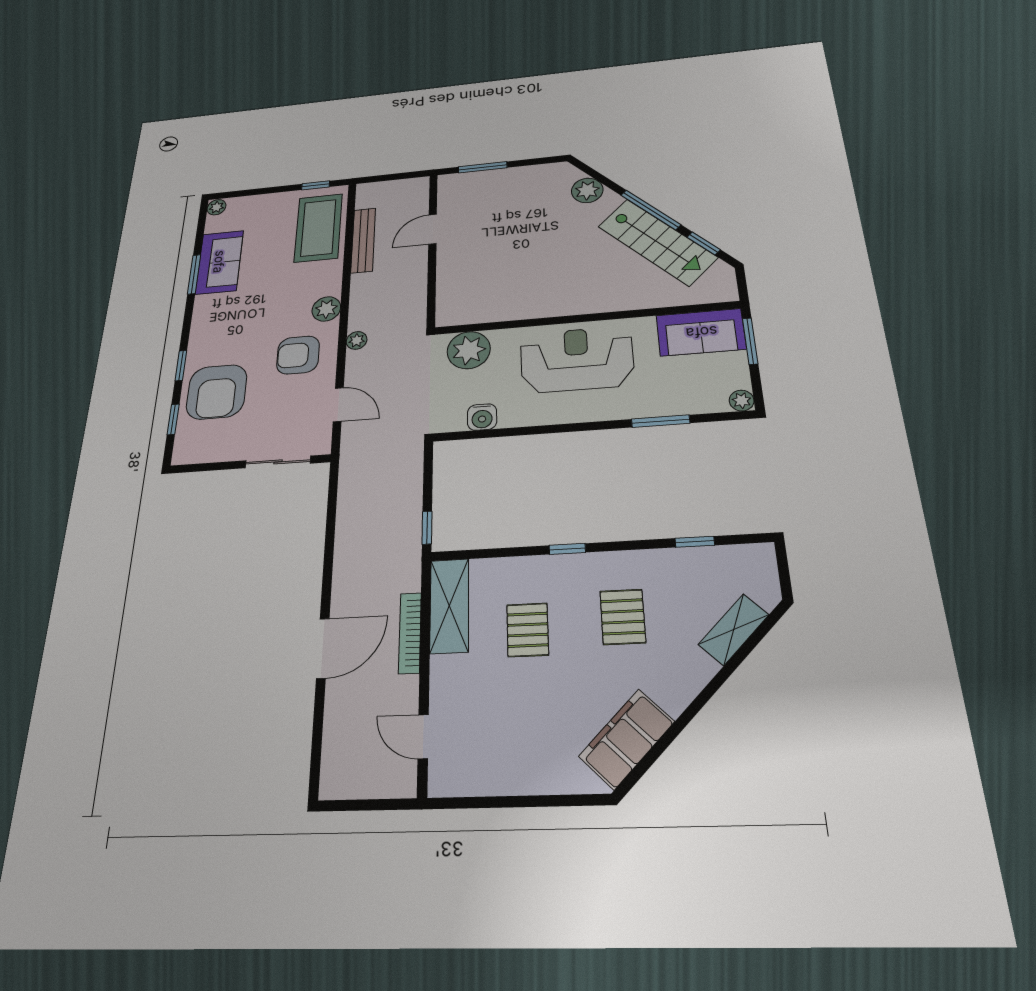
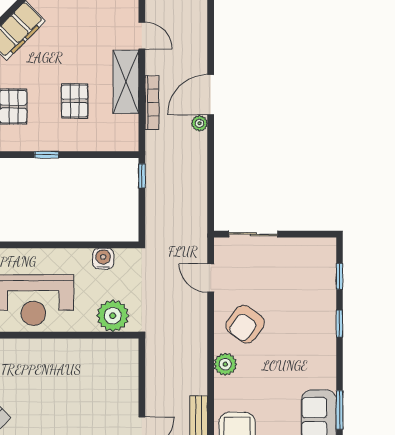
plant: (357, 340) -> (199, 123), moved
armchair: (298, 355) -> (245, 324), turned 126
armchair: (217, 392) -> (307, 297), removed
shelving: (449, 606) -> (126, 82), moved

